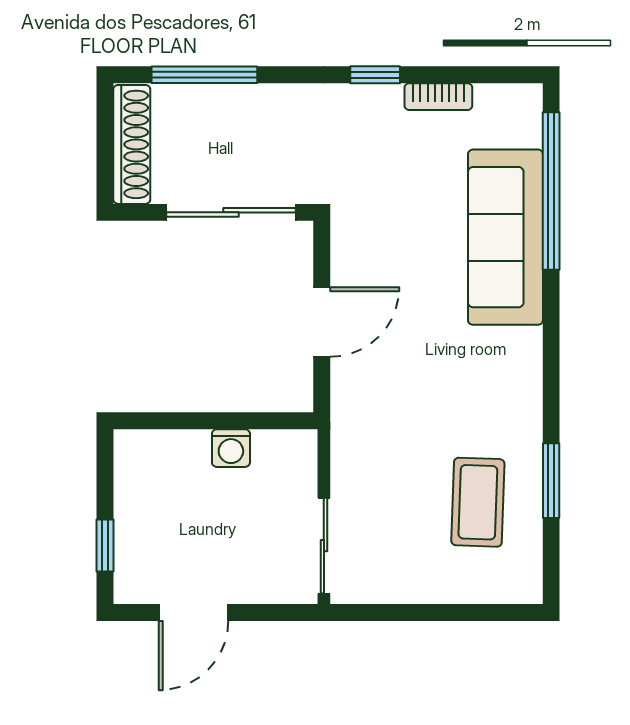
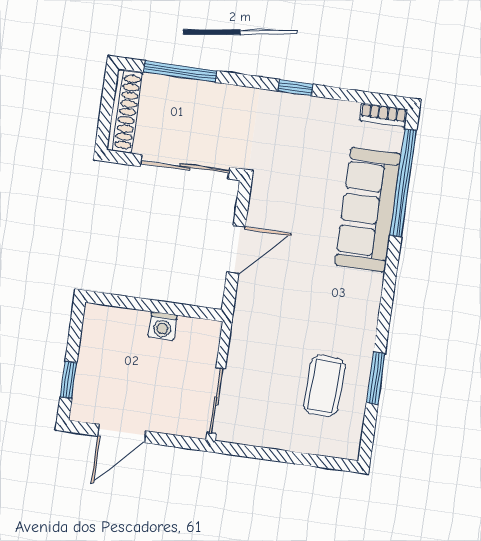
bookcase: (438, 97) -> (383, 115), moved

